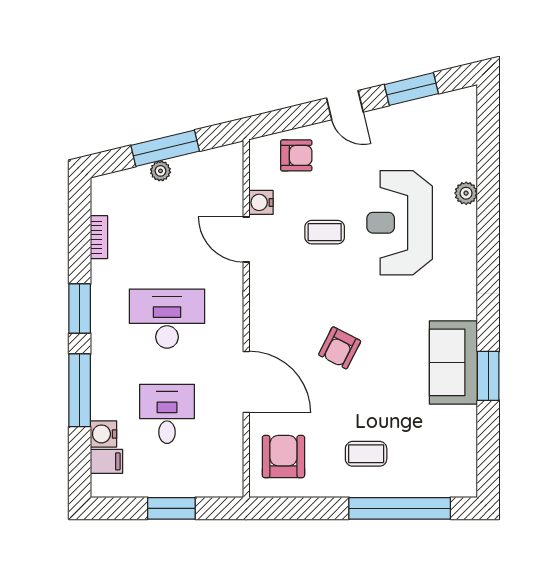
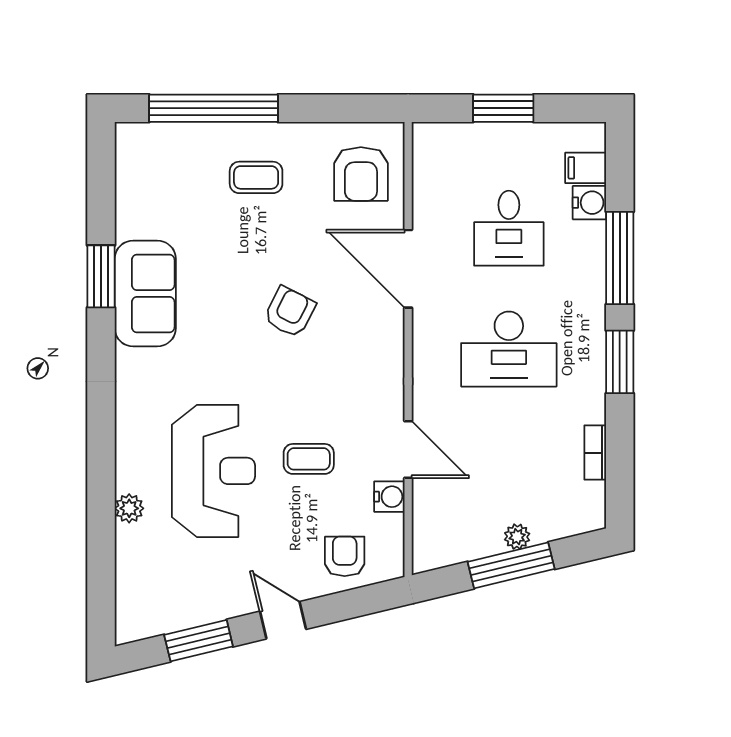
armchair: (296, 155) -> (345, 556), turned 90

